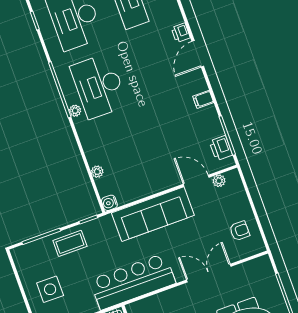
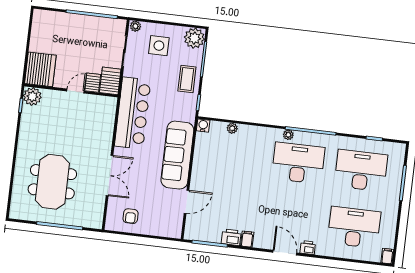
printer: (221, 148) -> (231, 237), moved
plant: (219, 181) -> (194, 38), moved, width x1.88, depth x1.88

